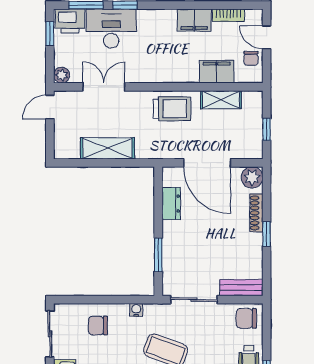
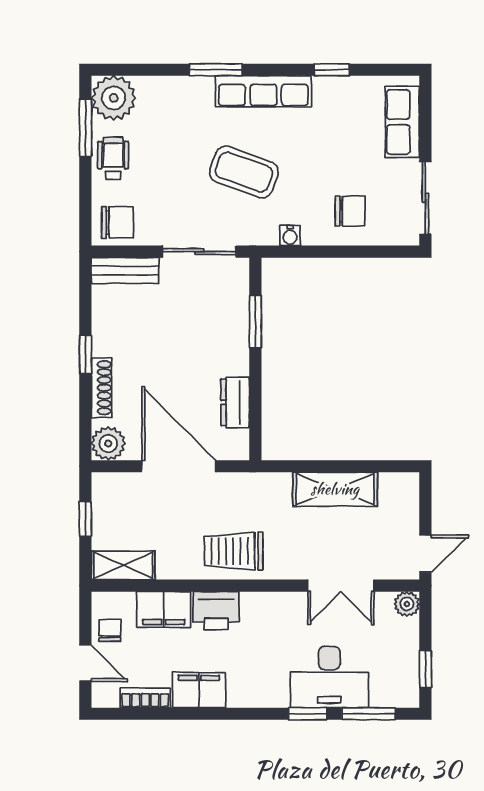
printer: (70, 21) -> (216, 611), moved, turned 180
shelving: (221, 100) -> (123, 565), moved

